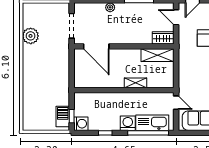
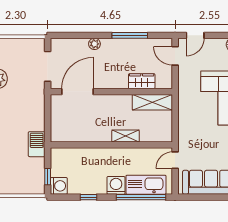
wardrobe: (163, 38) -> (142, 81), moved
door: (96, 46) -> (77, 92), swing flipped
door: (176, 103) -> (175, 160), swing flipped
barbecue: (63, 116) -> (37, 144), moved

